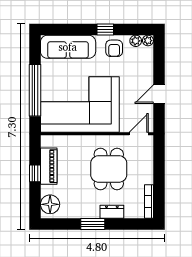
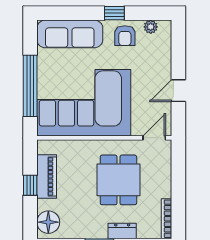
plant: (148, 41) -> (165, 26), removed

